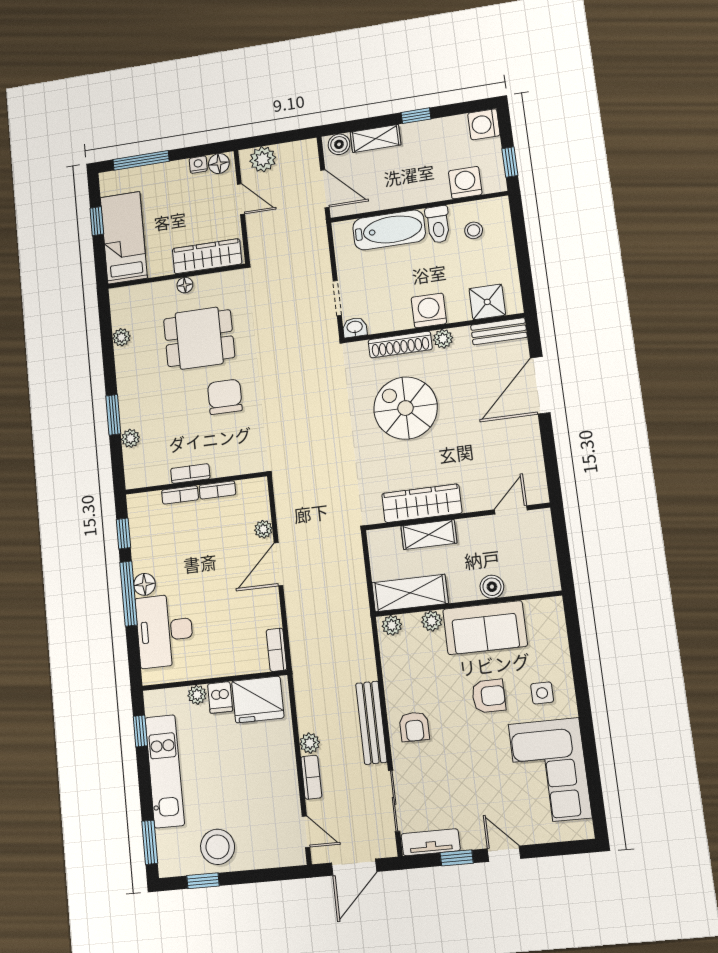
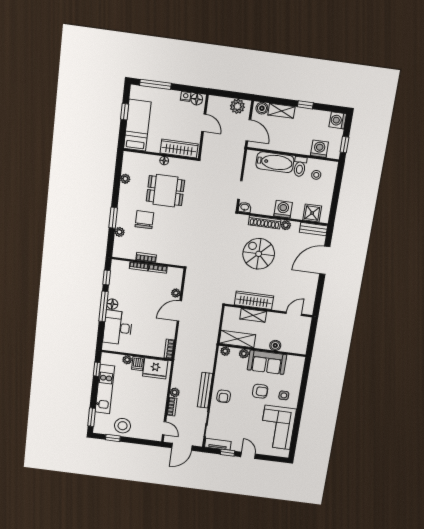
plant: (263, 159) -> (237, 106), moved
chair: (225, 397) -> (144, 220), moved

